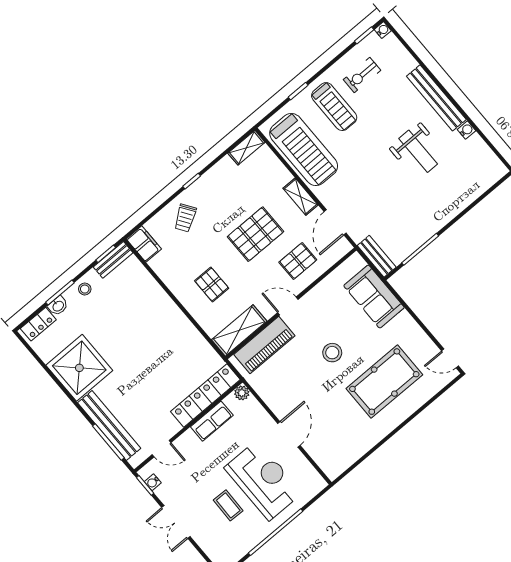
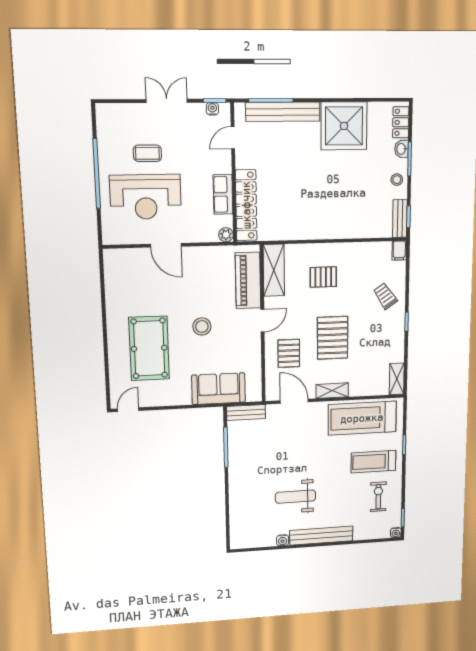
filing cabinet: (144, 244) -> (399, 251), width x0.50

